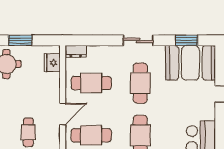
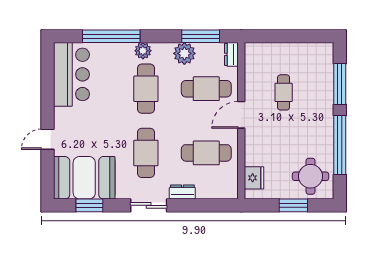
dresser: (76, 51) -> (182, 192), moved

